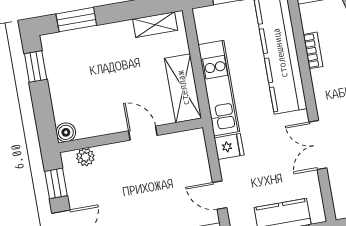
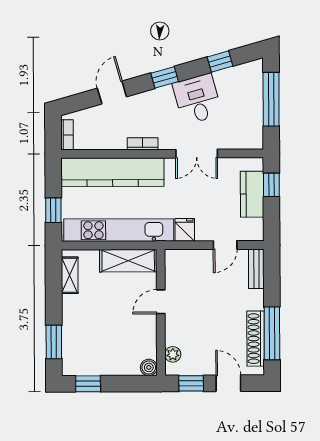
bookcase: (313, 50) -> (143, 144), moved
kitchen unit: (219, 88) -> (119, 230), width x1.36

